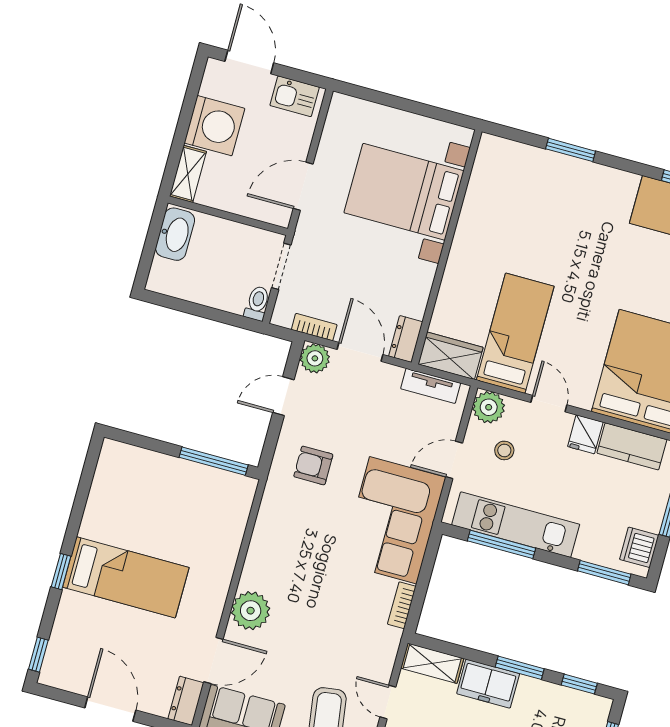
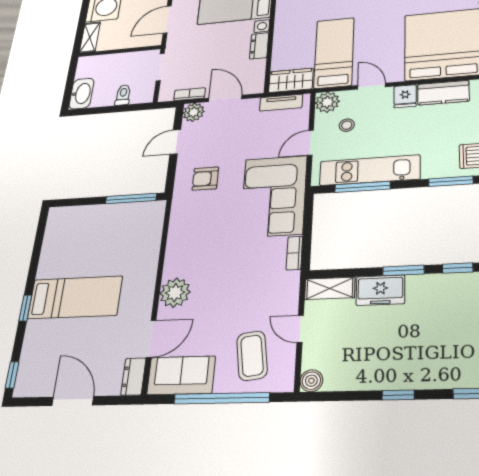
washbasin: (175, 234) -> (81, 94), moved
toilet: (257, 303) -> (123, 95), moved
dresser: (406, 339) -> (259, 46), moved

